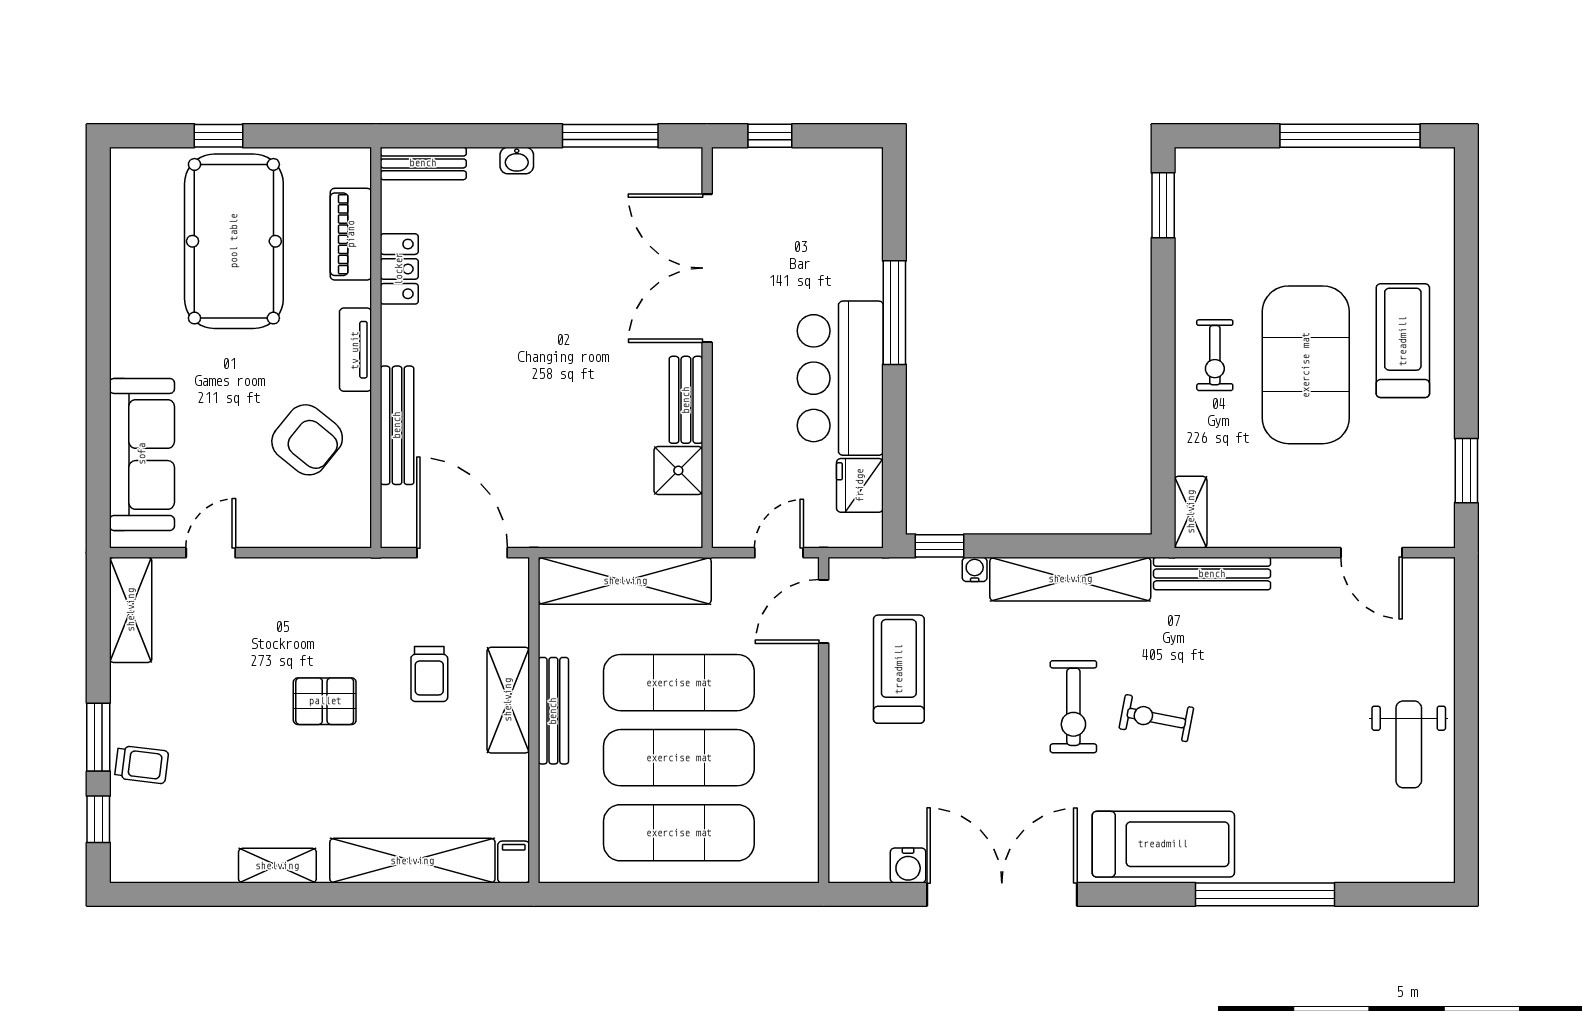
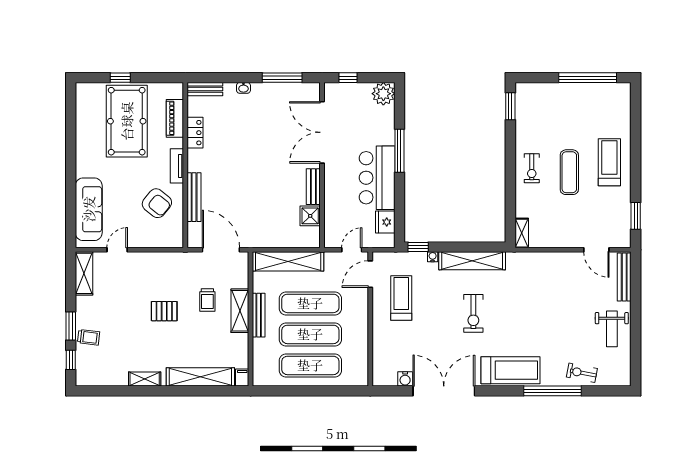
plant: (856, 175) -> (383, 94), added
exercise mat: (1306, 365) -> (569, 172), width x0.50, depth x0.69
bench: (1212, 574) -> (624, 277), moved, turned 90
exercise bike: (1156, 718) -> (582, 373), moved

